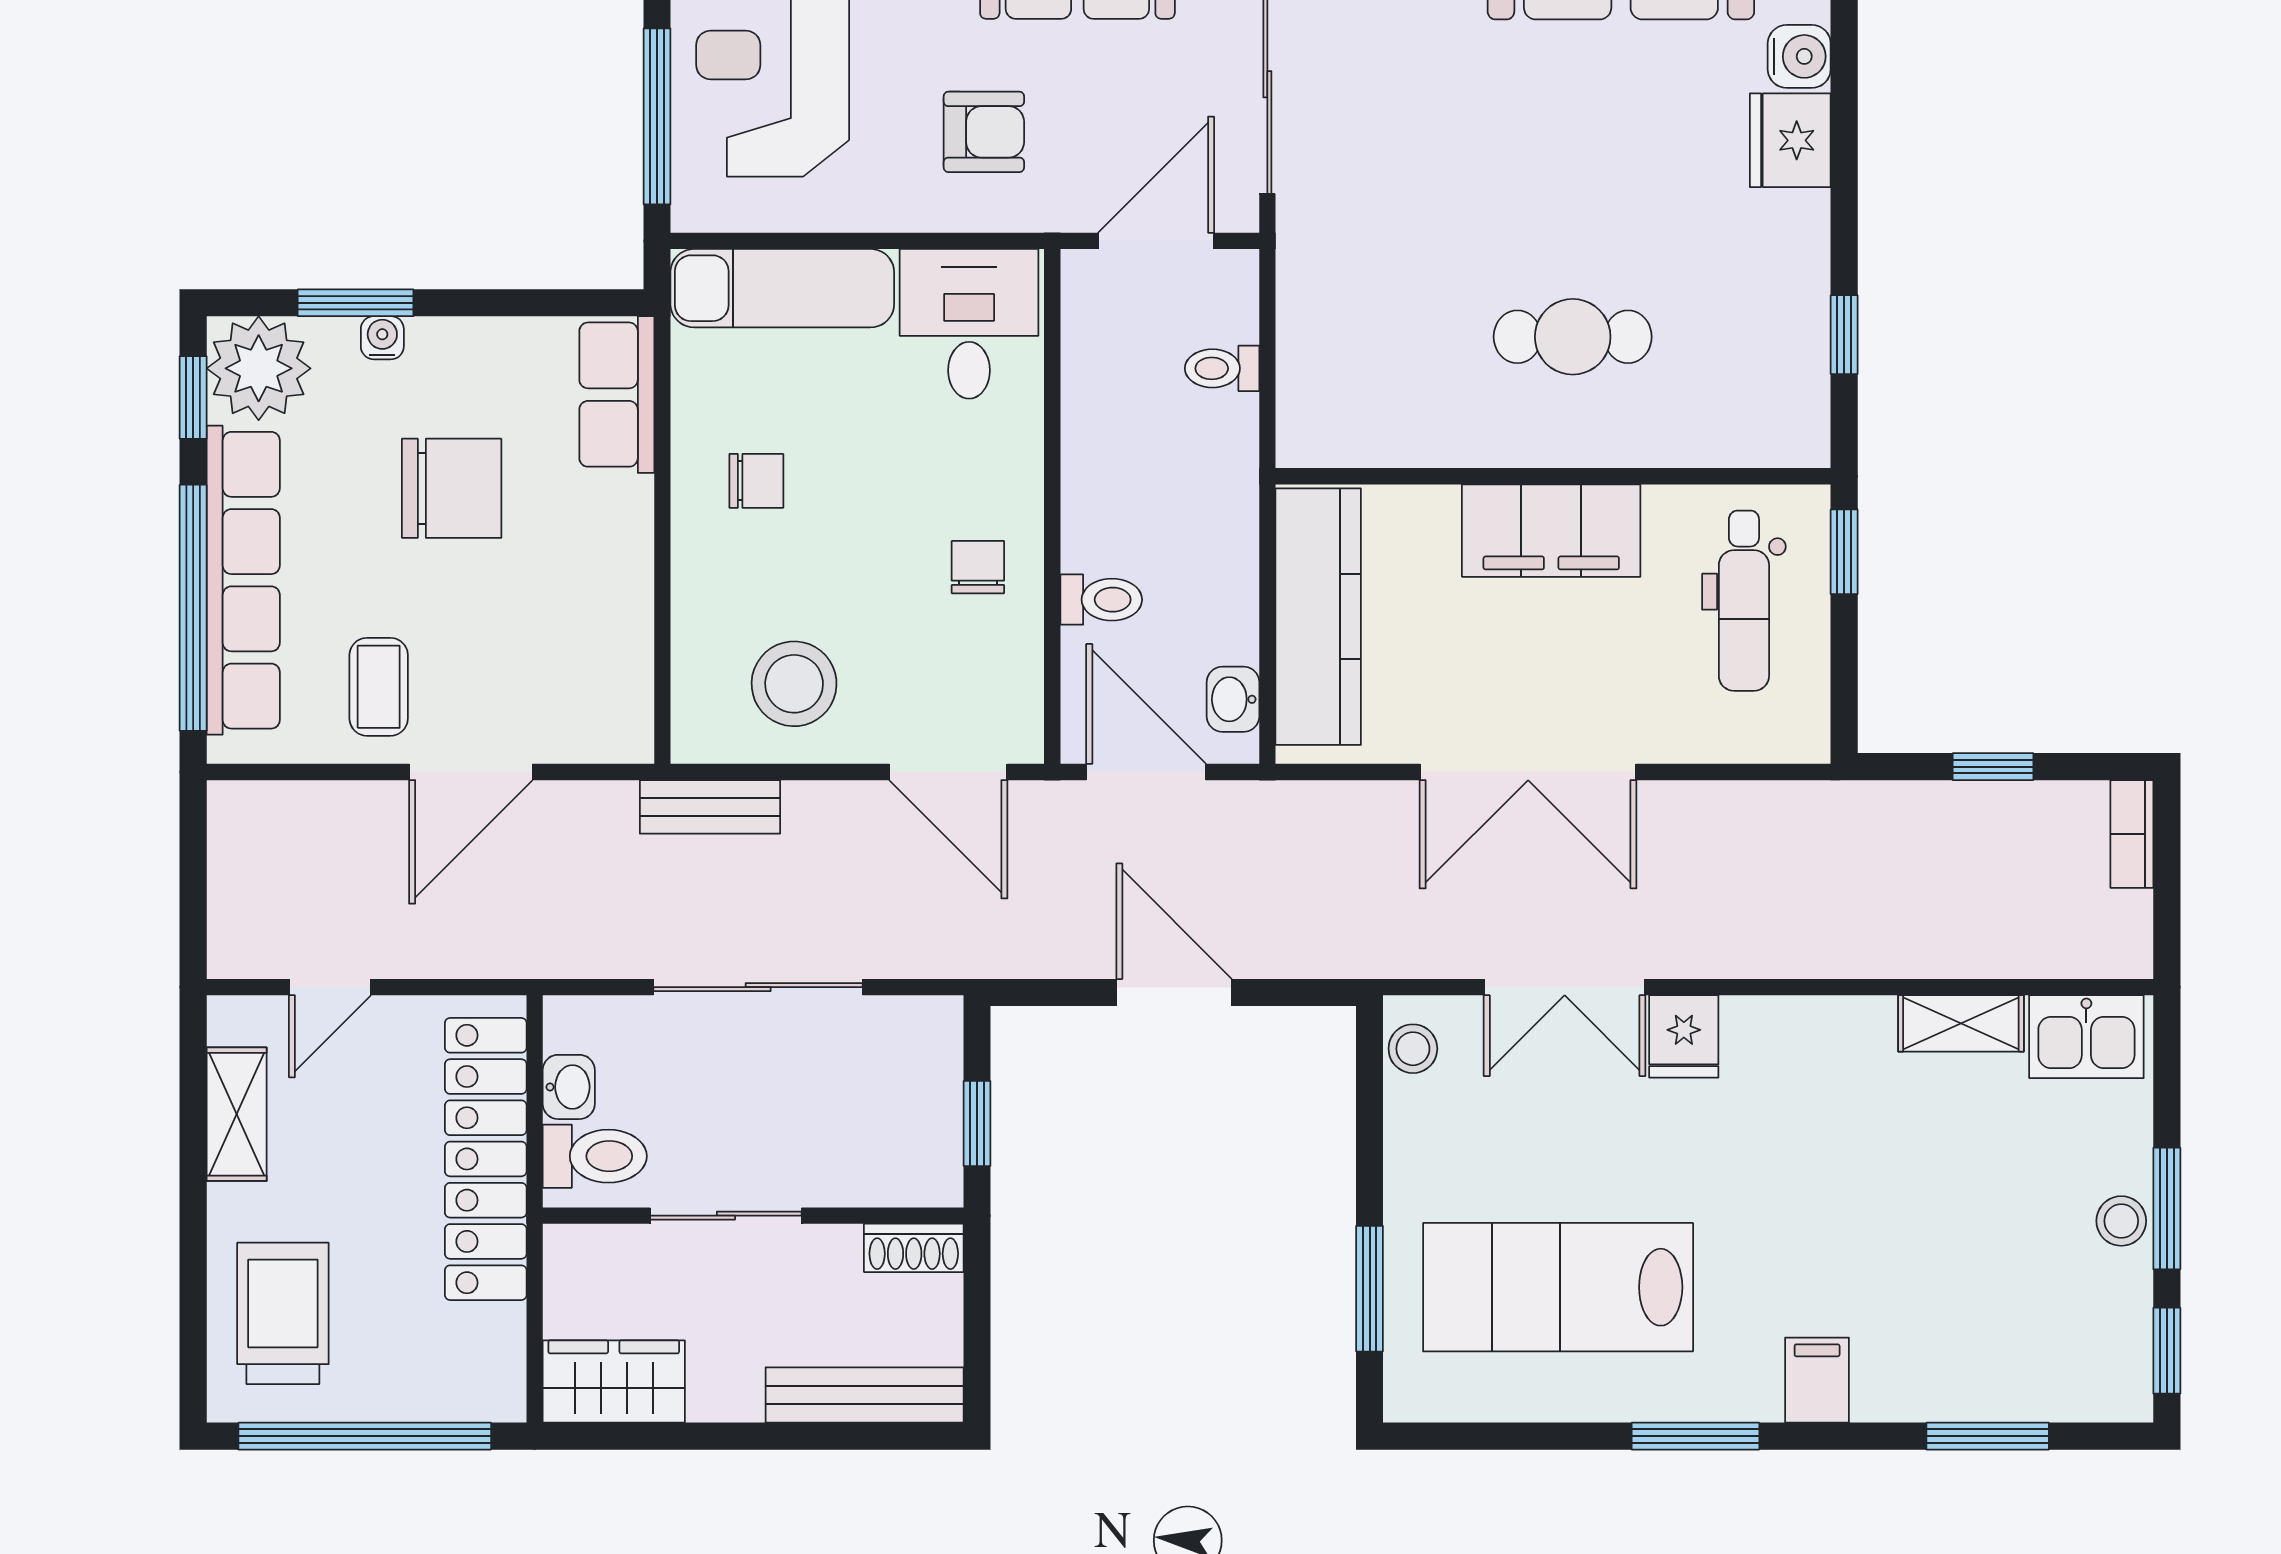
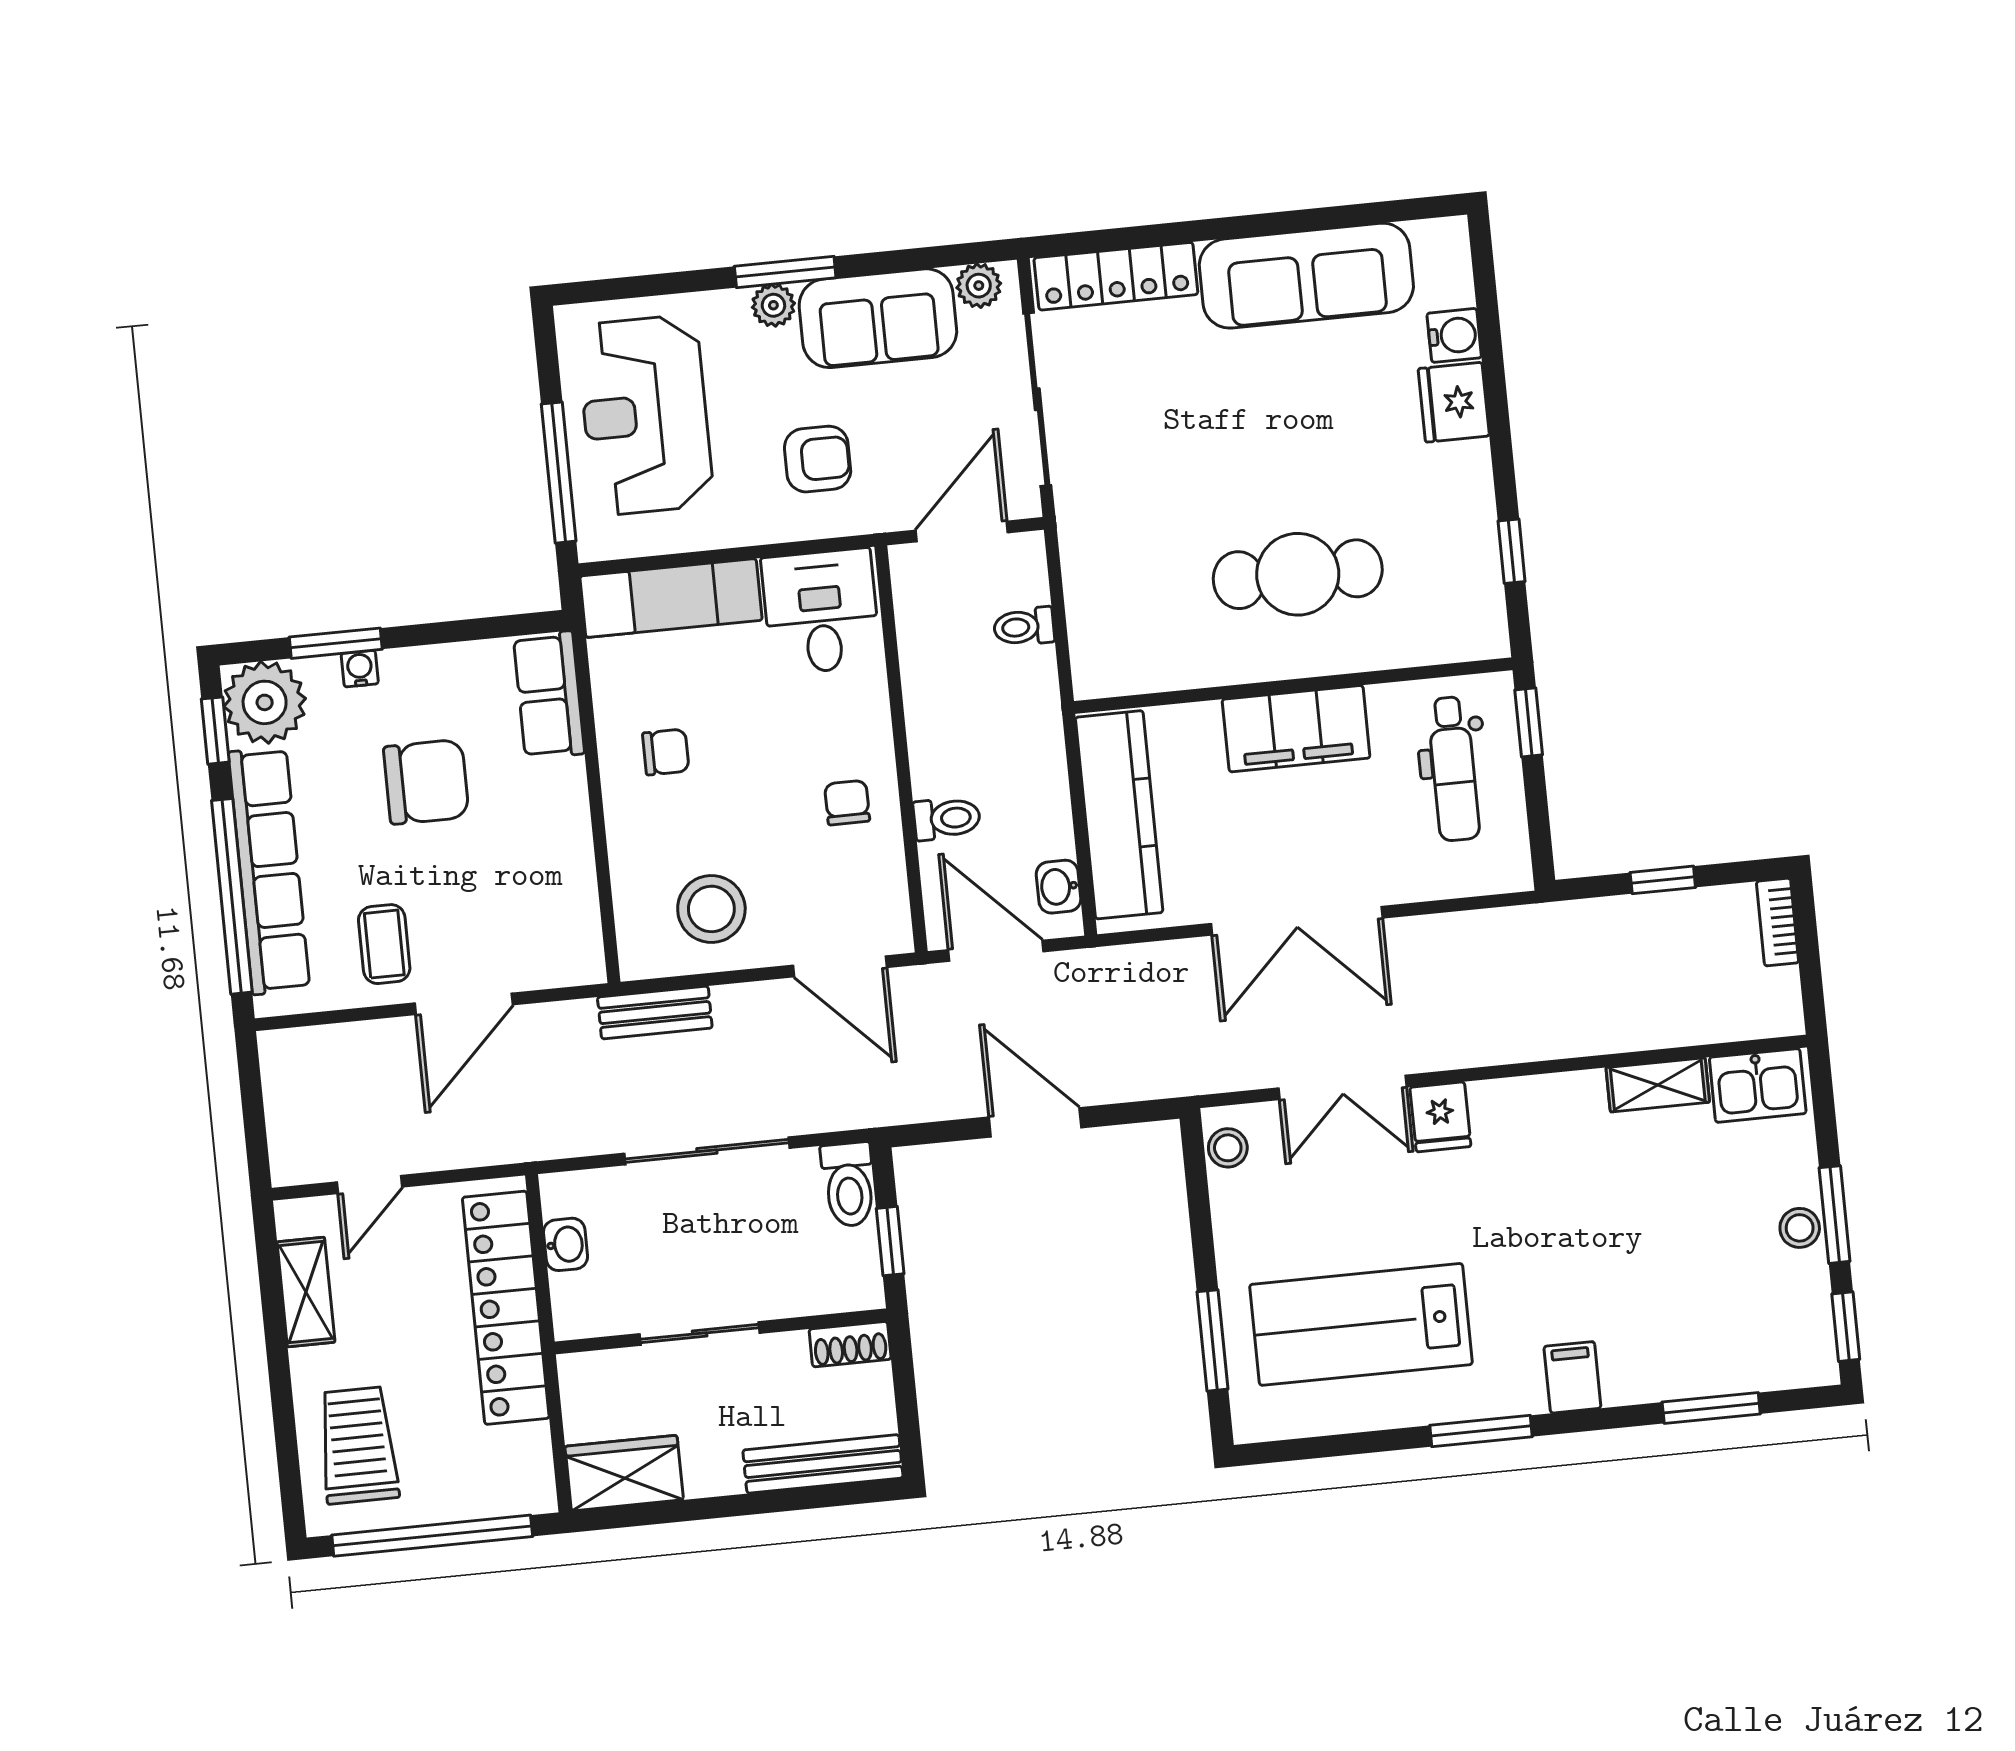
cafe table: (1573, 337) -> (1298, 574), width x1.37, depth x1.35
toilet: (595, 1156) -> (849, 1185), moved, turned 90

